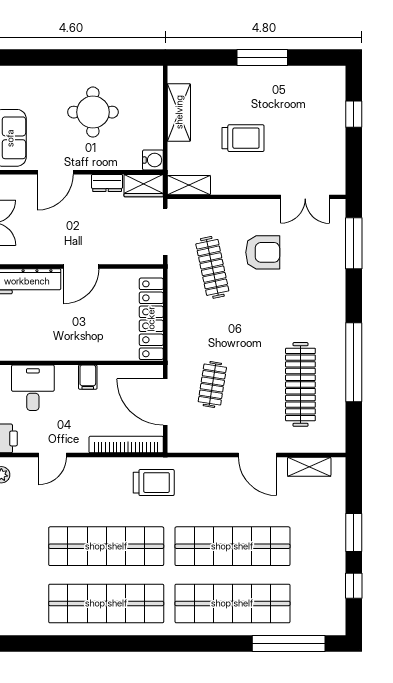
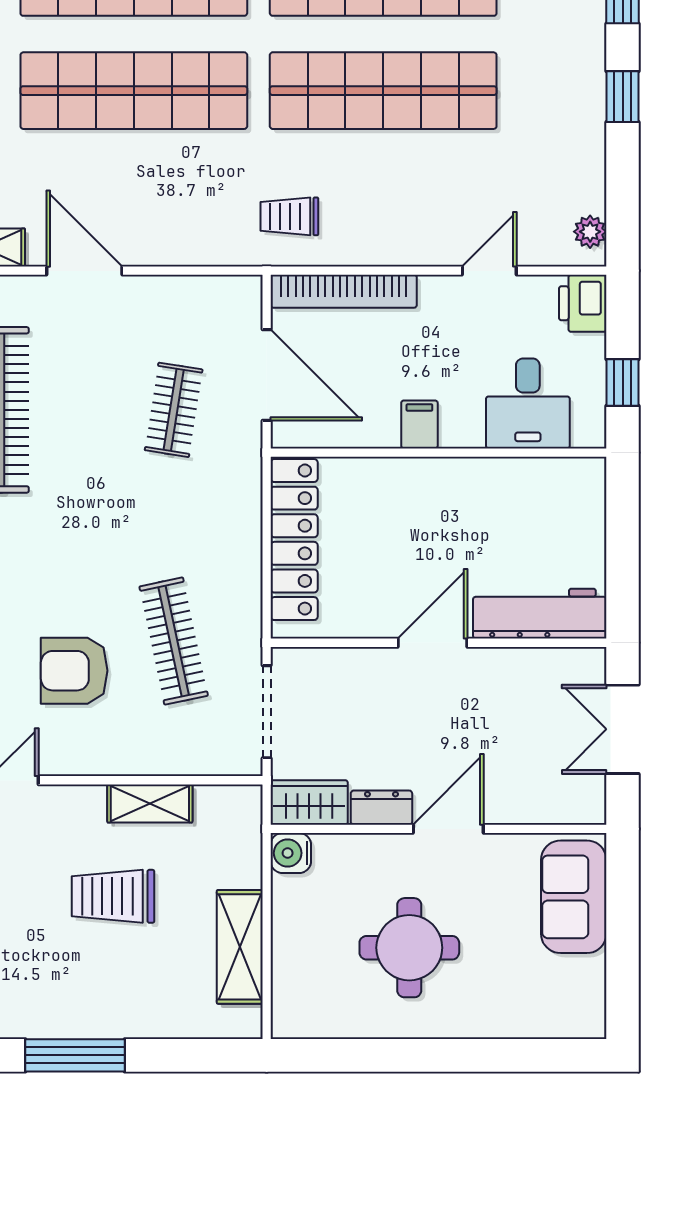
door: (55, 172) -> (448, 829), moved
shelving: (189, 185) -> (150, 803), moved
trolley: (154, 483) -> (289, 216), width x0.73, depth x0.72

